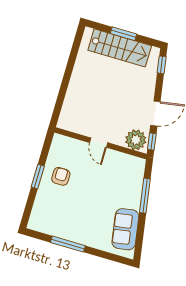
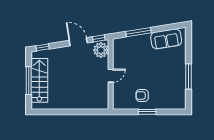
window: (124, 34) -> (29, 81), width x1.44

